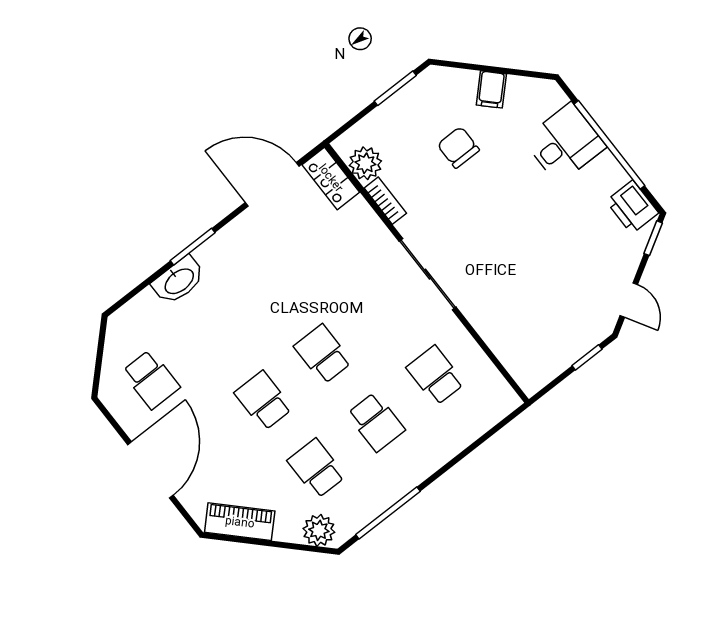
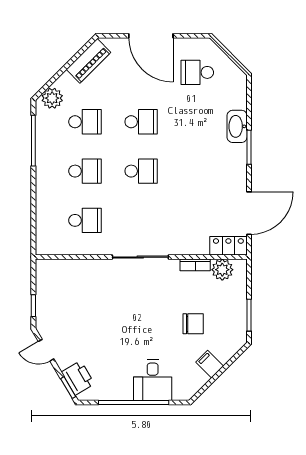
printer: (632, 207) -> (78, 378), moved, turned 60
school desk: (376, 422) -> (85, 171), turned 180

